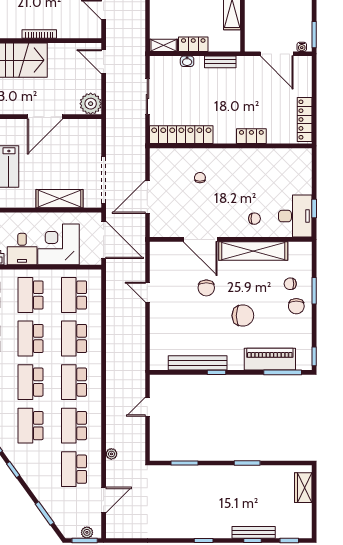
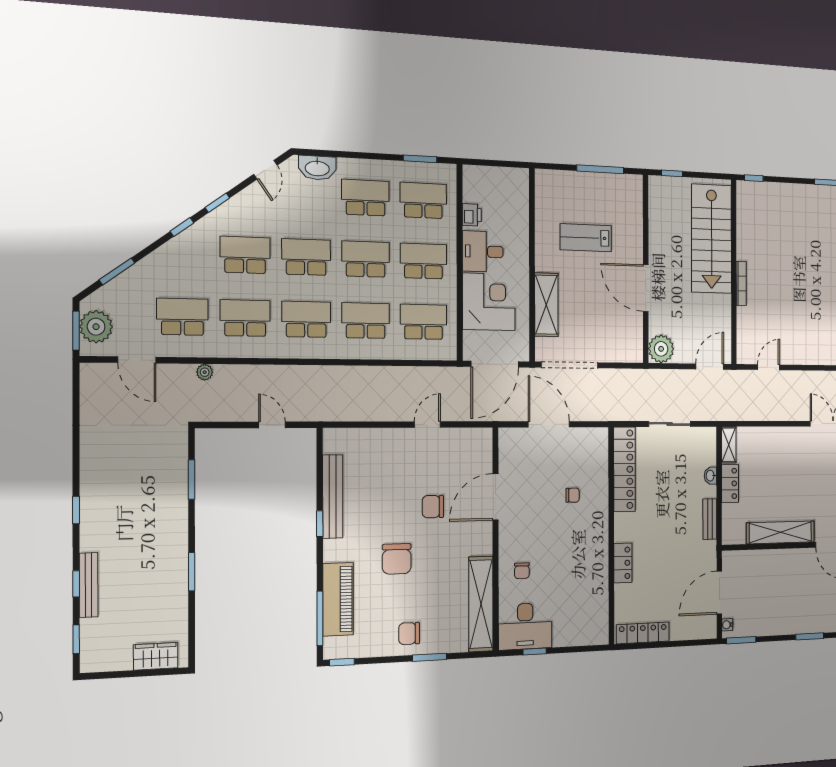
shelving: (253, 251) -> (481, 604), moved
chair: (290, 284) -> (439, 623), removed
plant: (87, 532) -> (96, 327), width x1.88, depth x1.88

